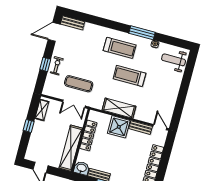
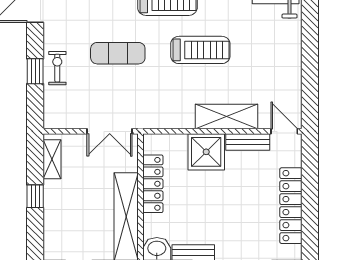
treadmill: (129, 76) -> (200, 50), turned 180
exercise mat: (79, 84) -> (118, 53), moved
shelving: (119, 108) -> (226, 116), moved

